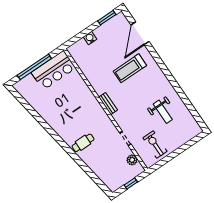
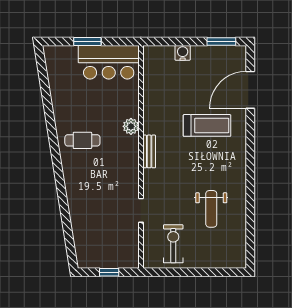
window: (34, 67) -> (87, 41), width x0.47
treadmill: (130, 68) -> (207, 125), turned 180
cafe table: (83, 143) -> (82, 140), moved
plant: (132, 160) -> (131, 126), moved

